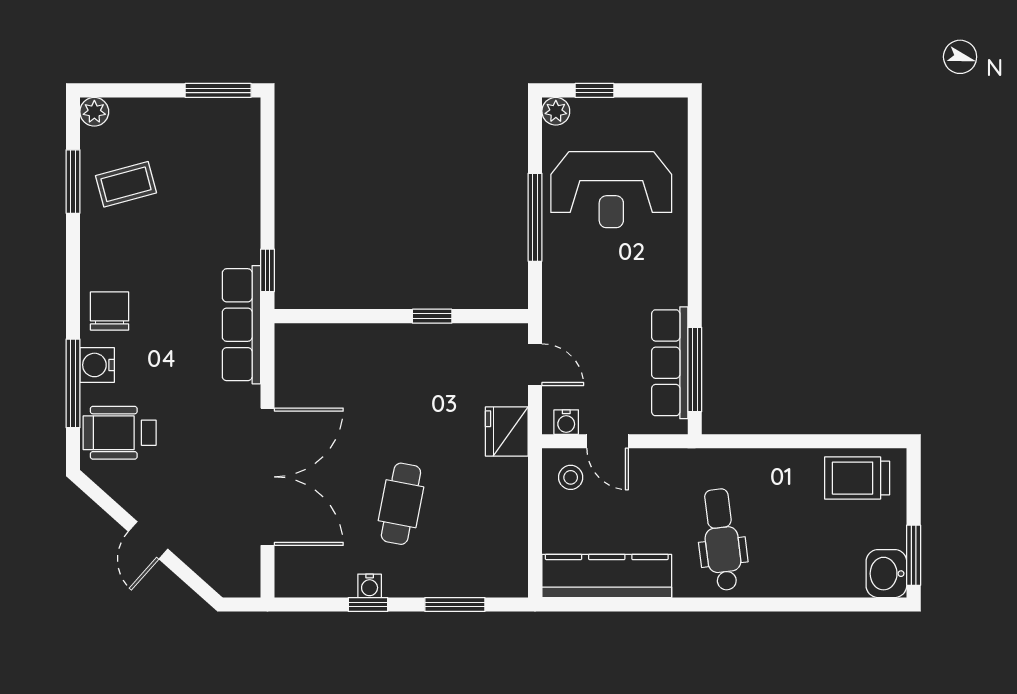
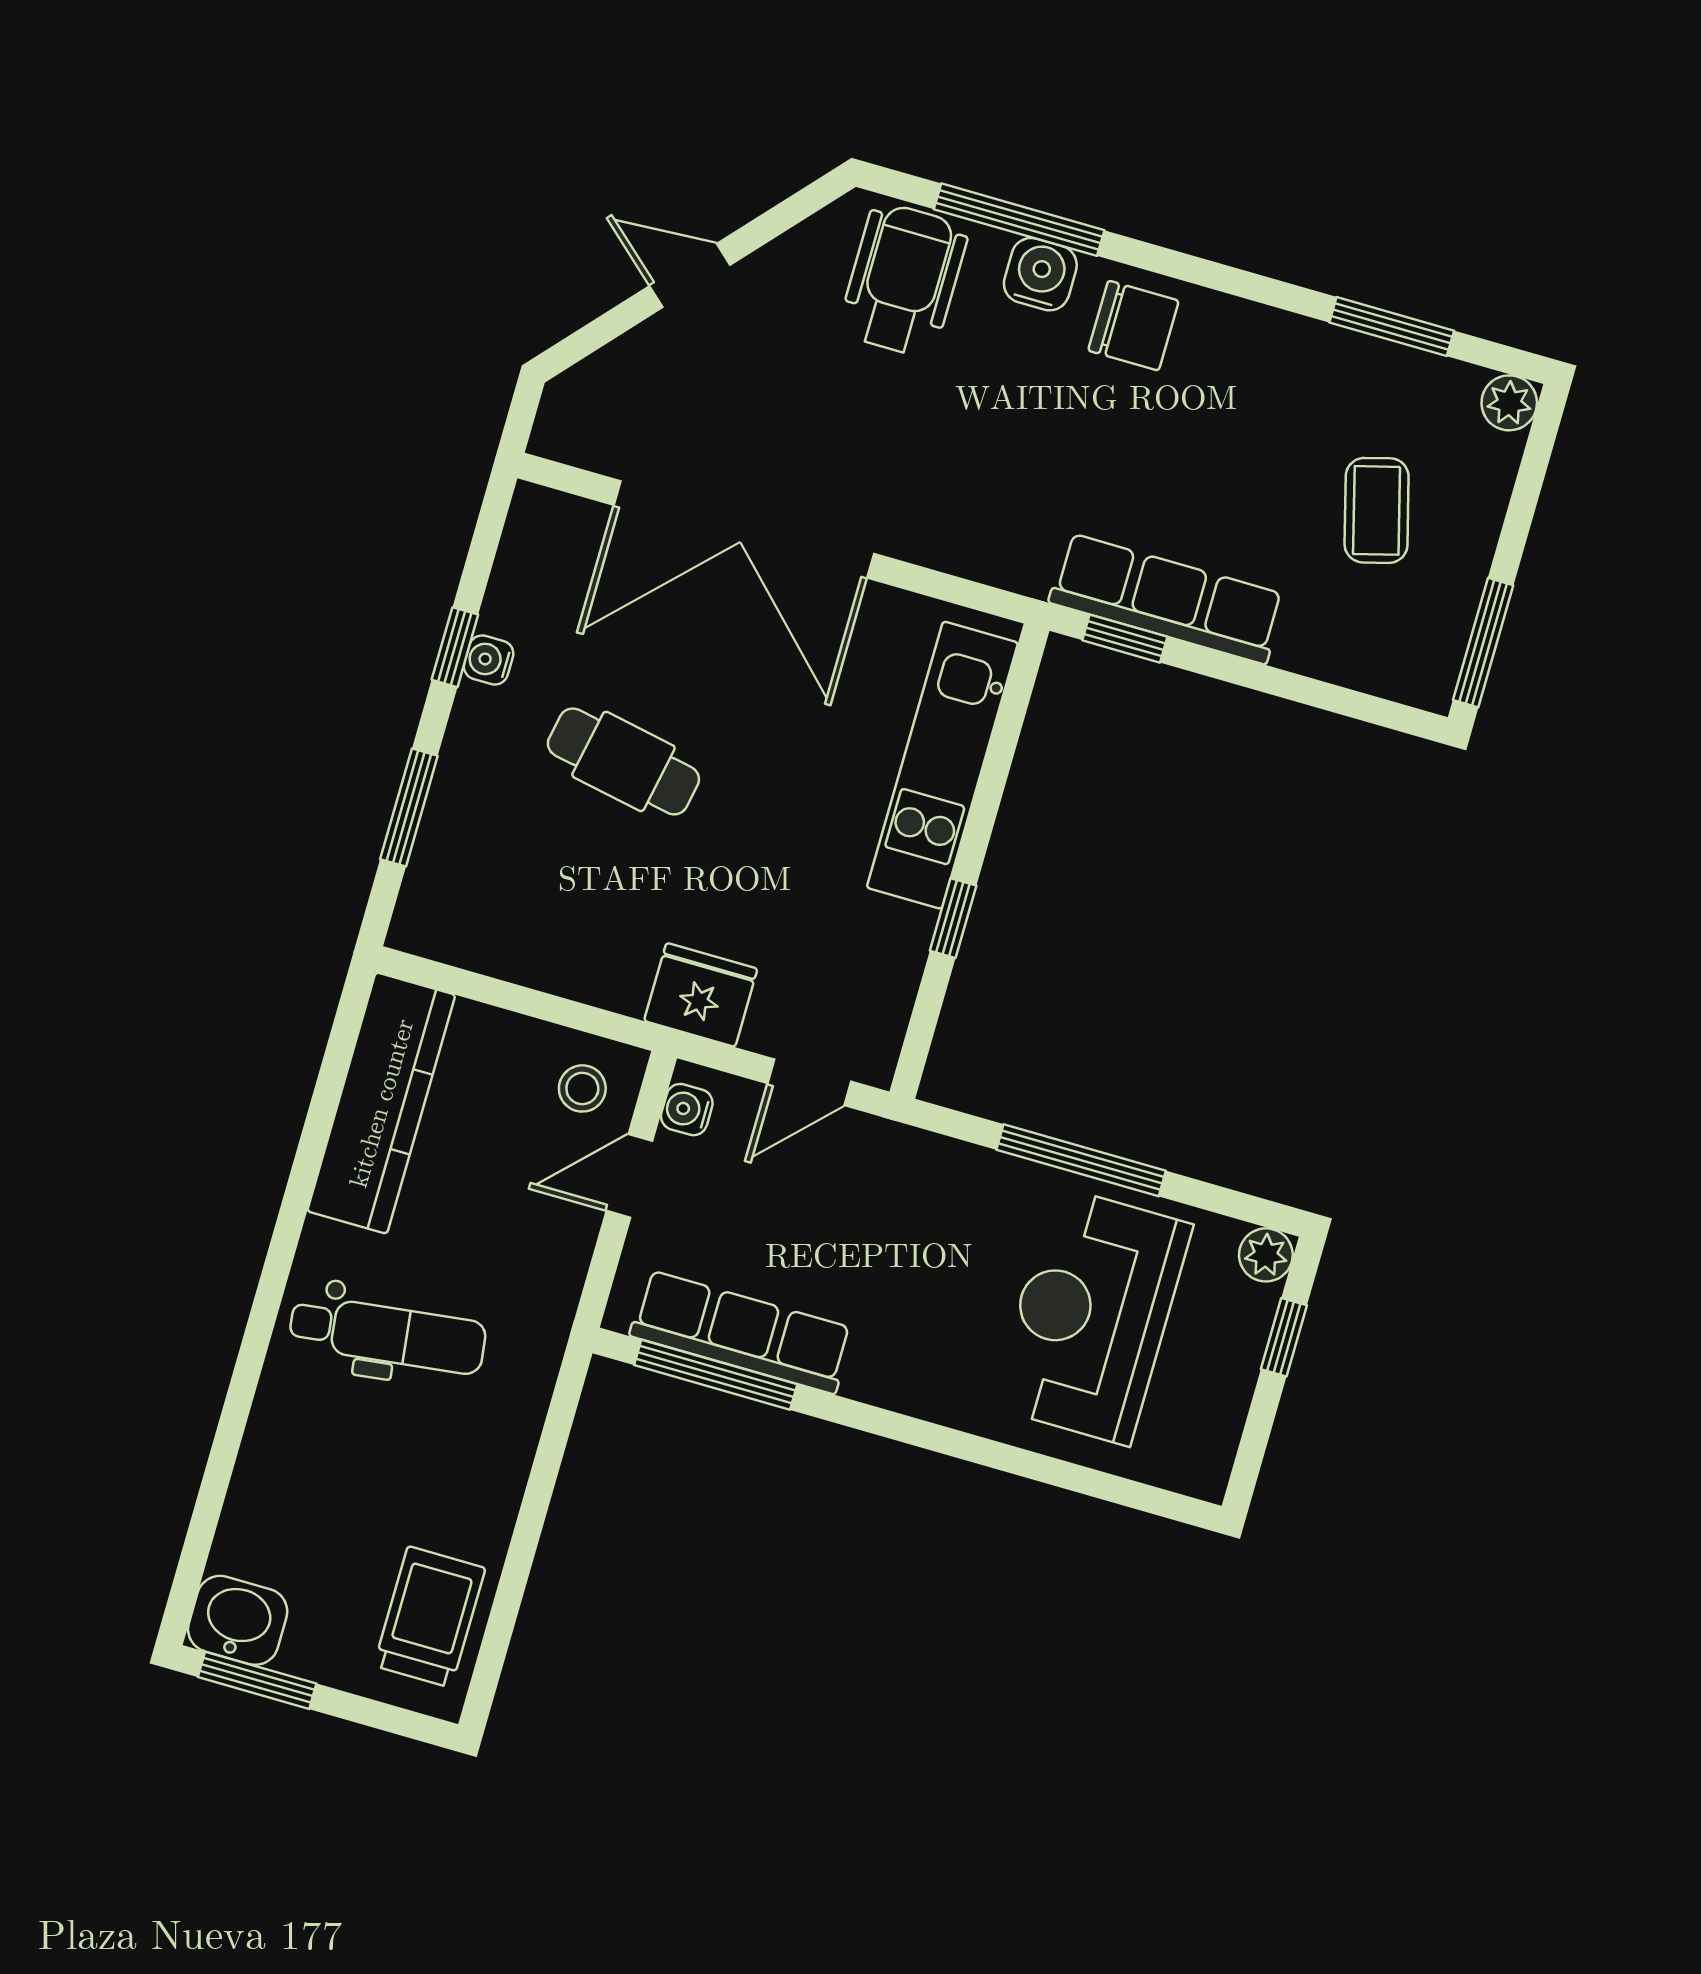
coffee table: (126, 184) -> (1377, 510), moved
row of seats: (241, 325) -> (1167, 599), moved
kitchen unit: (357, 344) -> (942, 765), added

